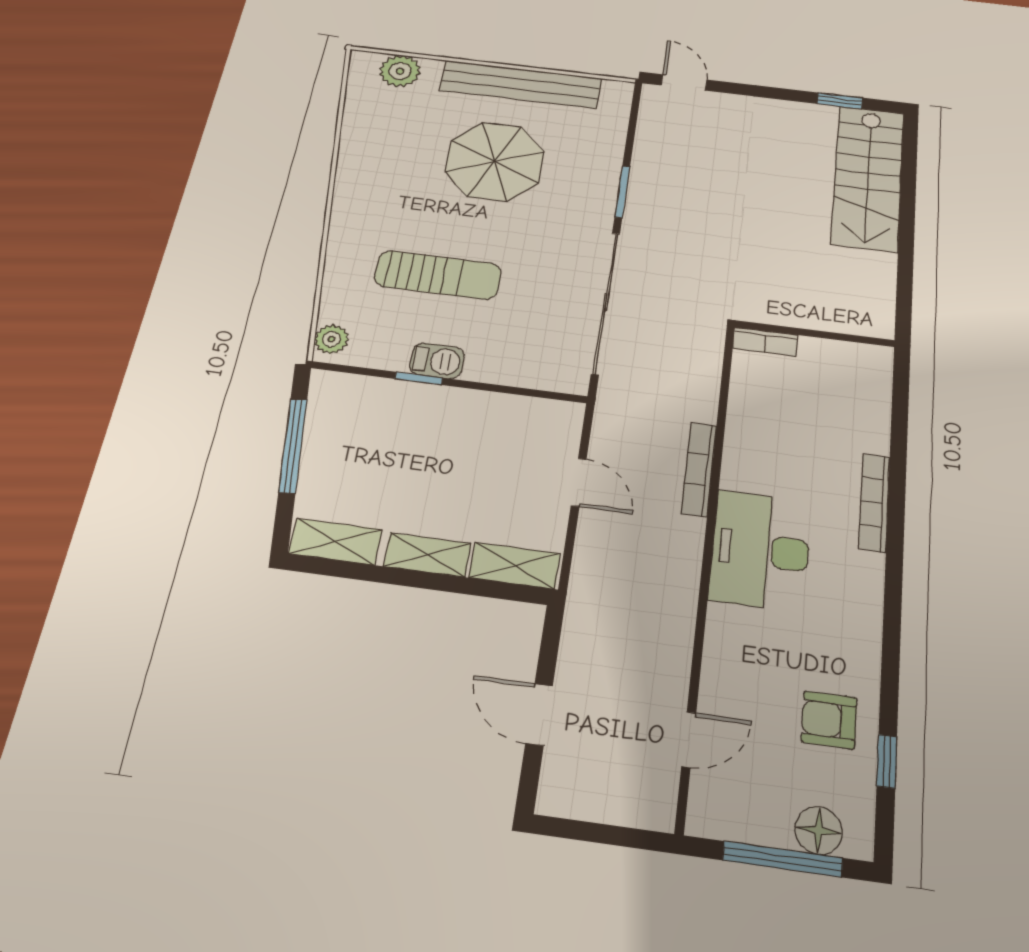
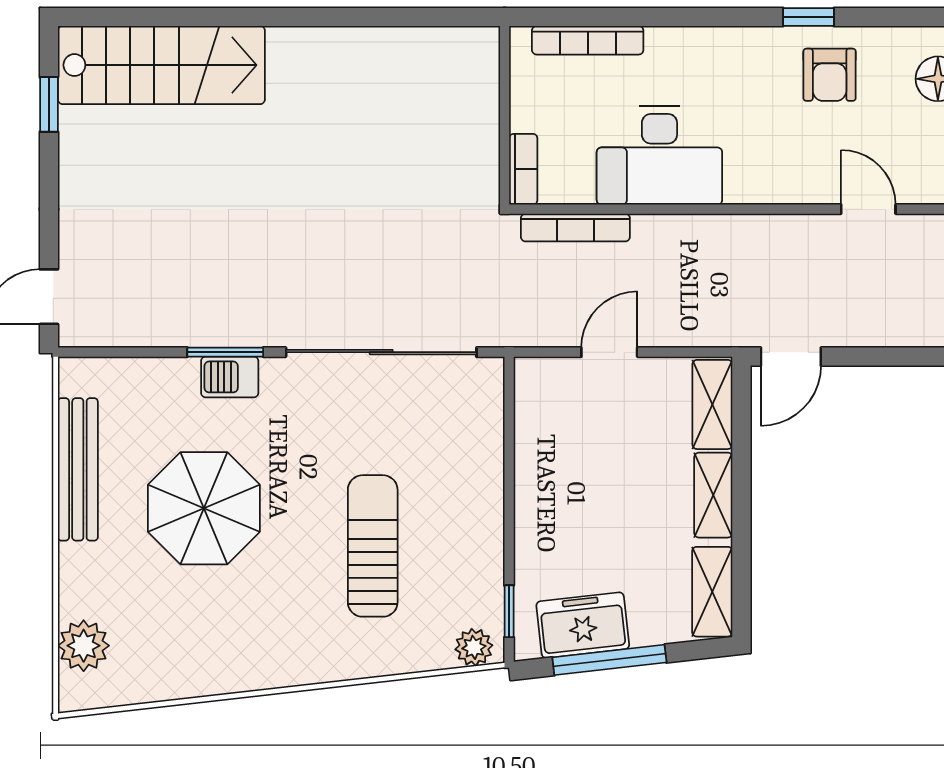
bench: (521, 84) -> (78, 469), width x0.73, depth x0.82
wall: (815, 334) -> (505, 115), moved
bookcase: (765, 342) -> (523, 169), moved
barbecue: (437, 361) -> (230, 377), moved, turned -90
window: (419, 378) -> (509, 611), moved
freezer: (330, 428) -> (583, 625), added
door: (539, 714) -> (791, 357), moved
window: (887, 761) -> (809, 17), moved

